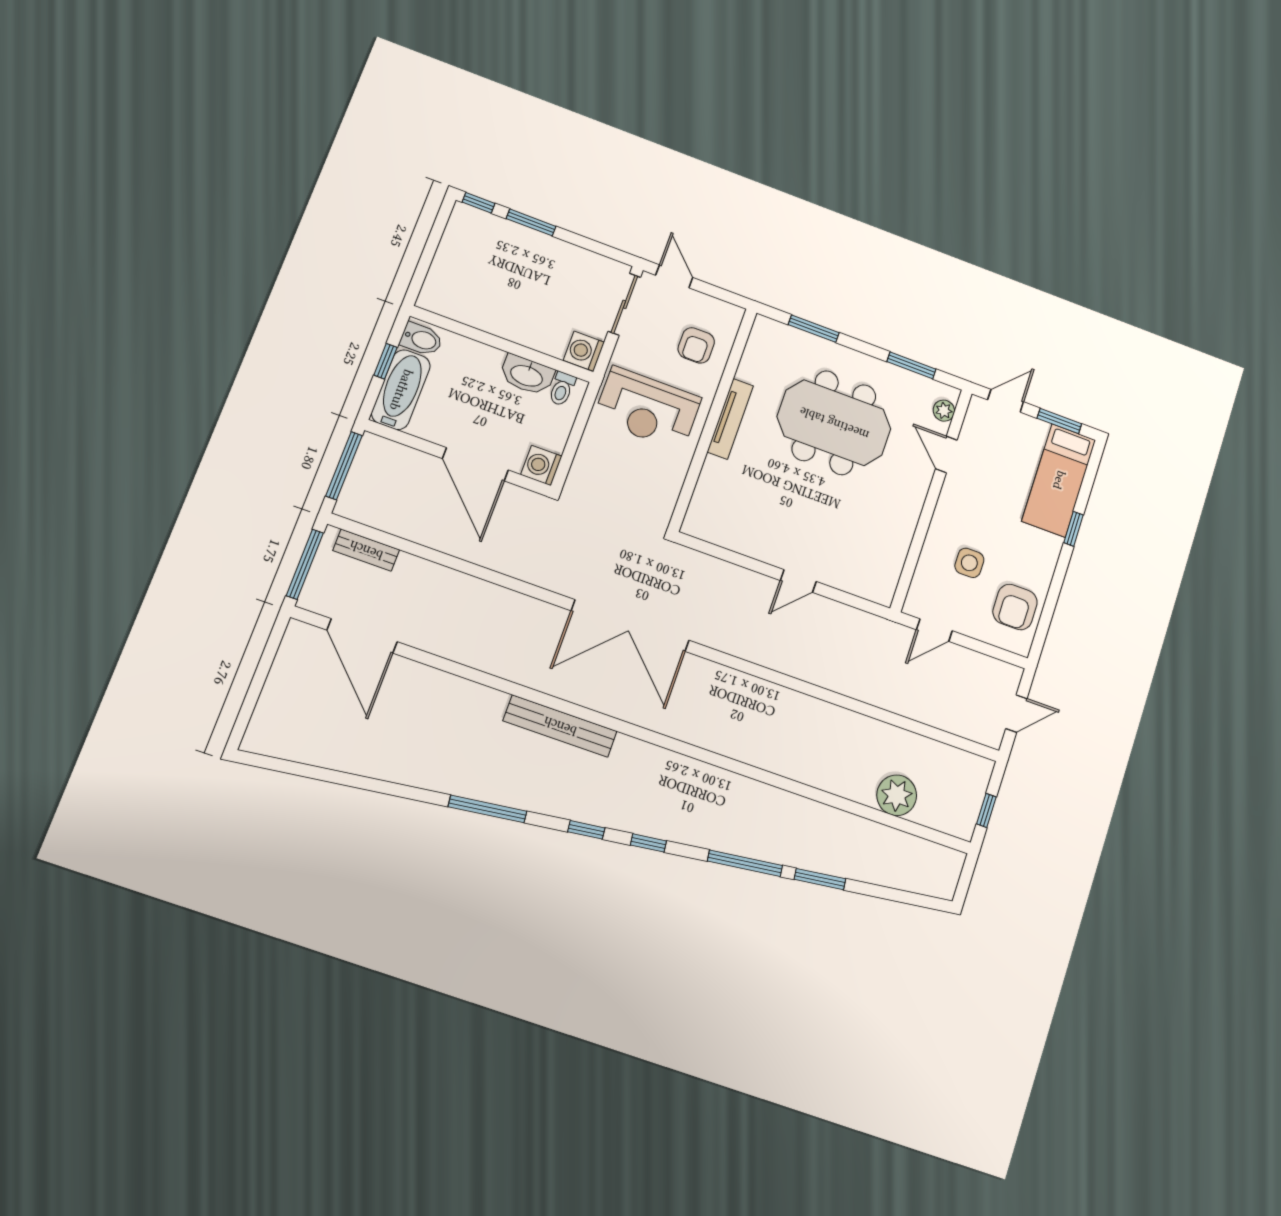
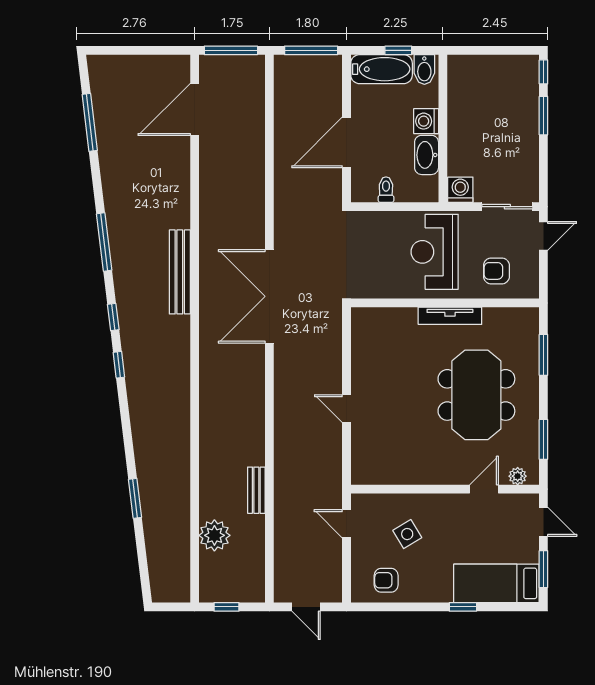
toilet: (562, 389) -> (386, 190), moved, turned 90
washing machine: (541, 465) -> (426, 121), moved, turned -90
bench: (366, 550) -> (256, 490), moved
side table: (969, 563) -> (407, 534), turned -31
armchair: (1015, 607) -> (386, 580), width x0.72, depth x0.72
window: (745, 863) -> (90, 122), moved

